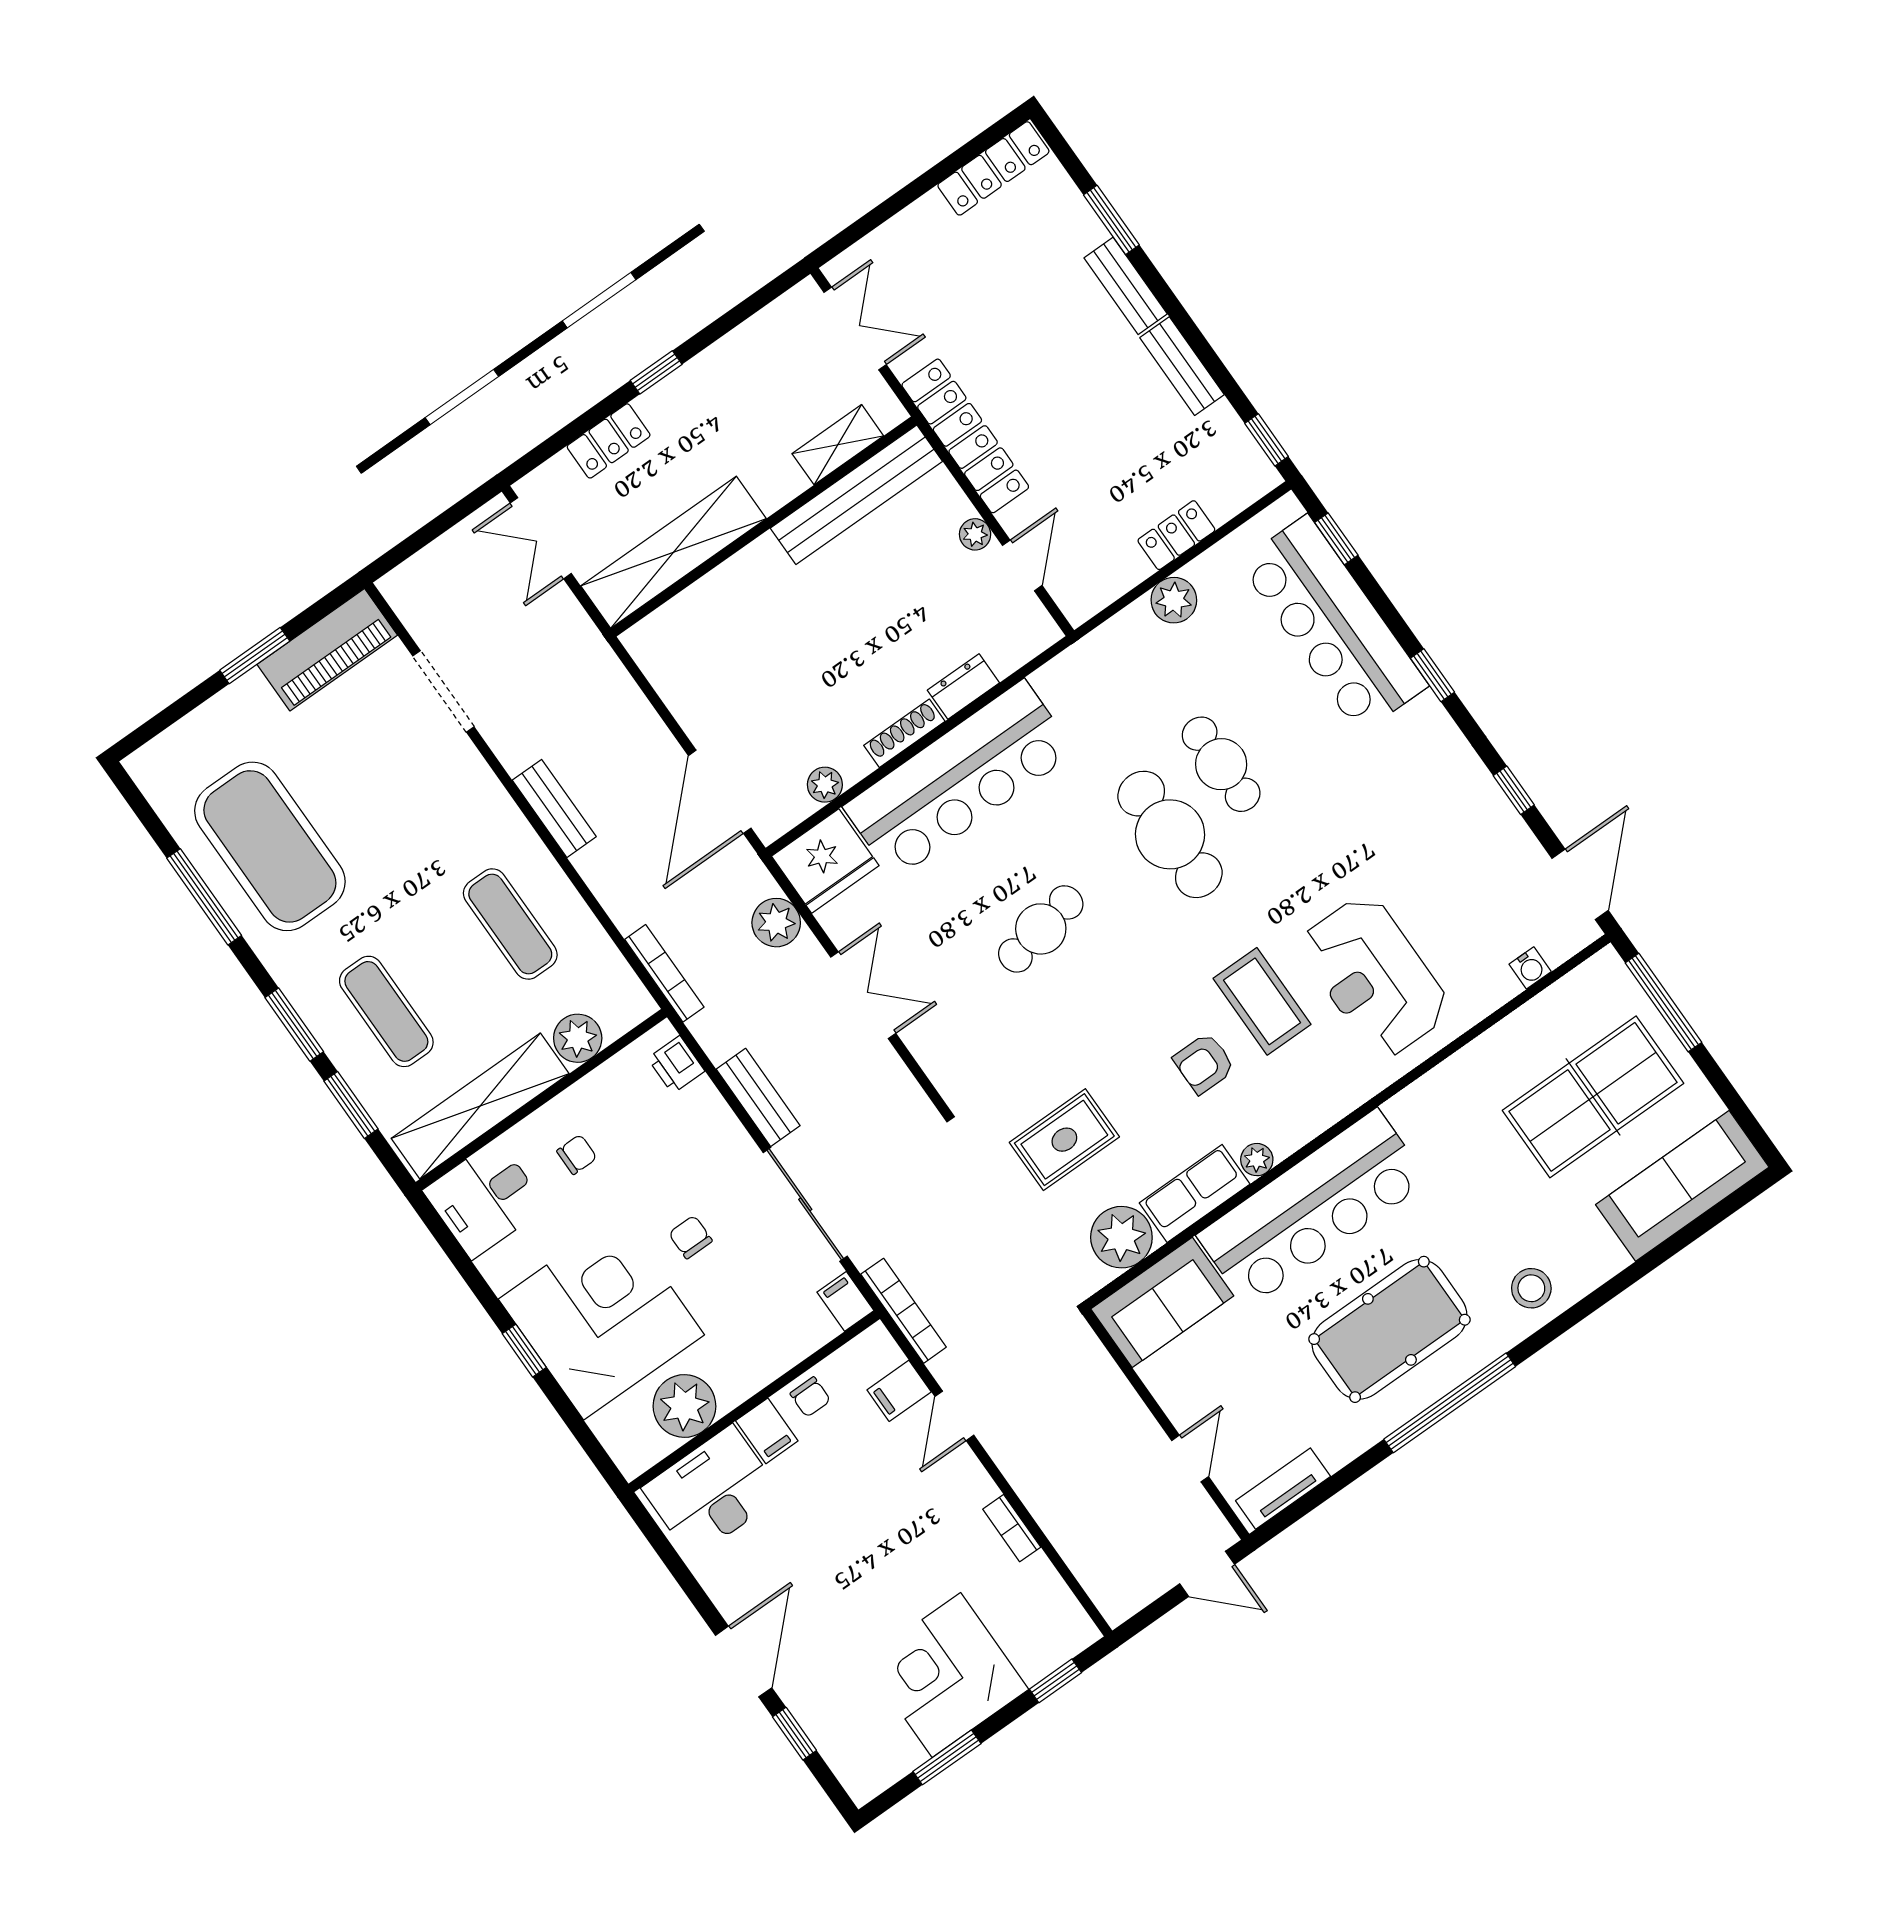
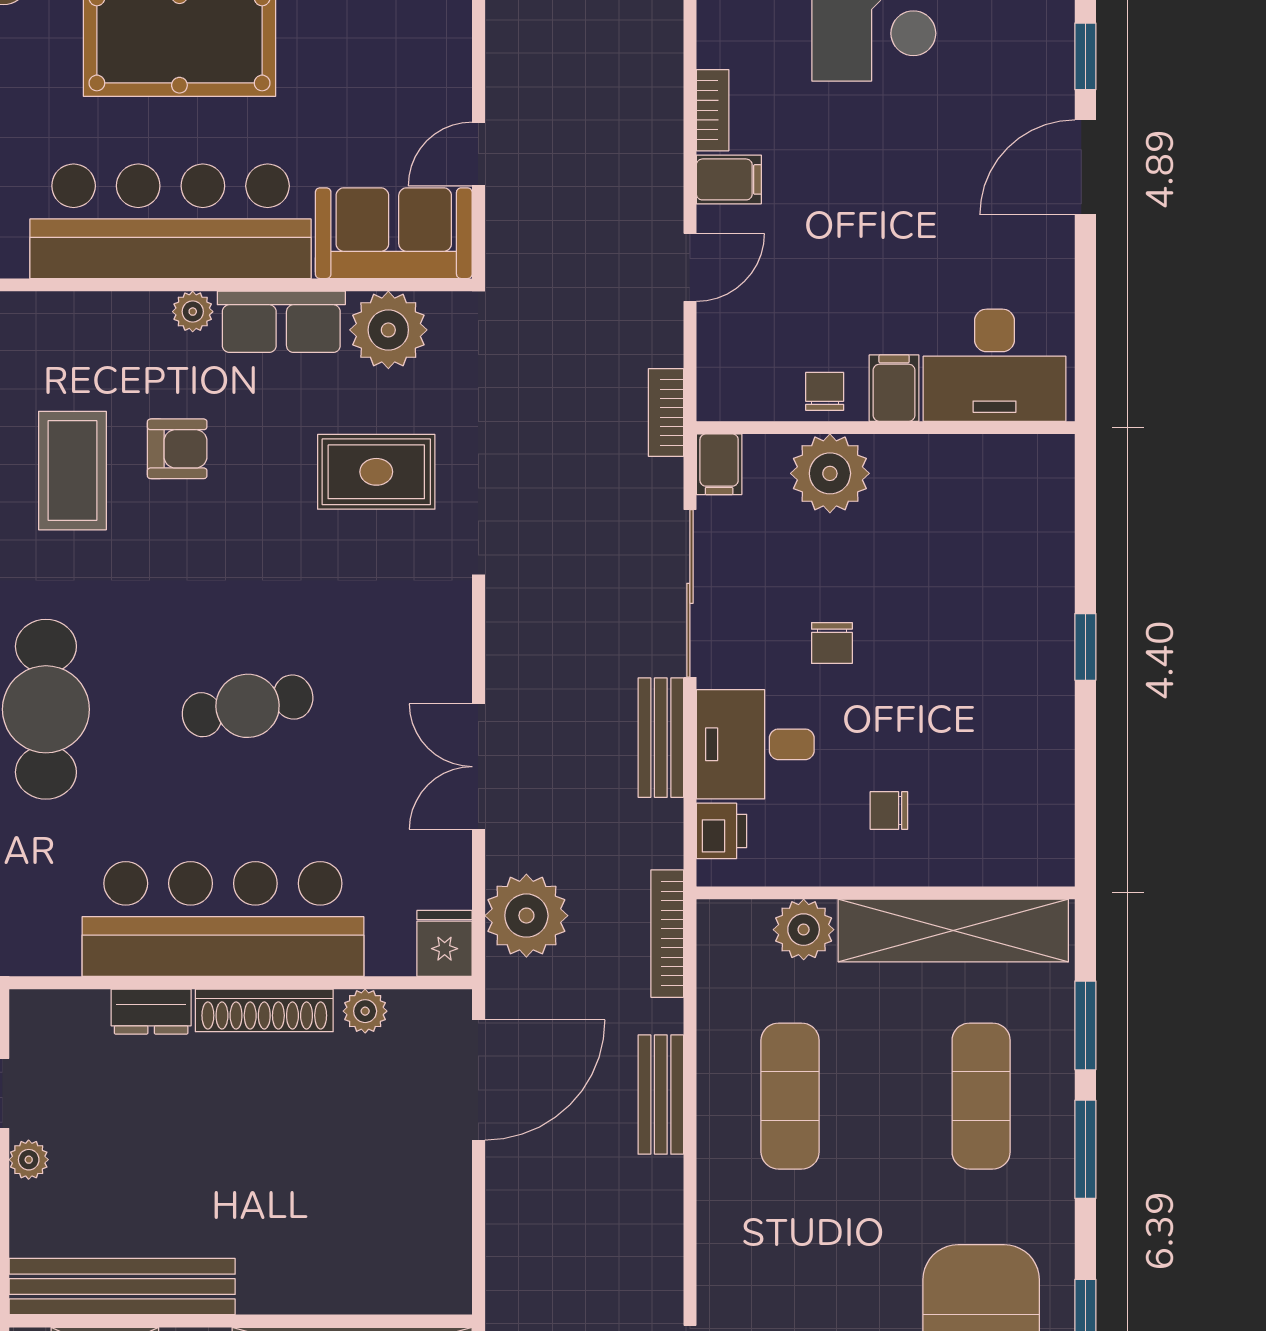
shoe rack: (904, 733) -> (264, 1010), width x1.36, depth x1.24
bench: (554, 808) -> (661, 1095), moved
fridge: (825, 861) -> (445, 943), width x0.53, depth x0.75
plant: (776, 923) -> (526, 916), width x1.36, depth x1.36
desk: (485, 1199) -> (755, 744), moved, turned 180
bookcase: (904, 1311) -> (666, 412), width x0.64
corner desk: (601, 1317) -> (982, 625), removed
filing cabinet: (899, 1391) -> (729, 179), moved
plant: (684, 1406) -> (830, 473), moved
door: (1190, 1459) -> (478, 154), moved

